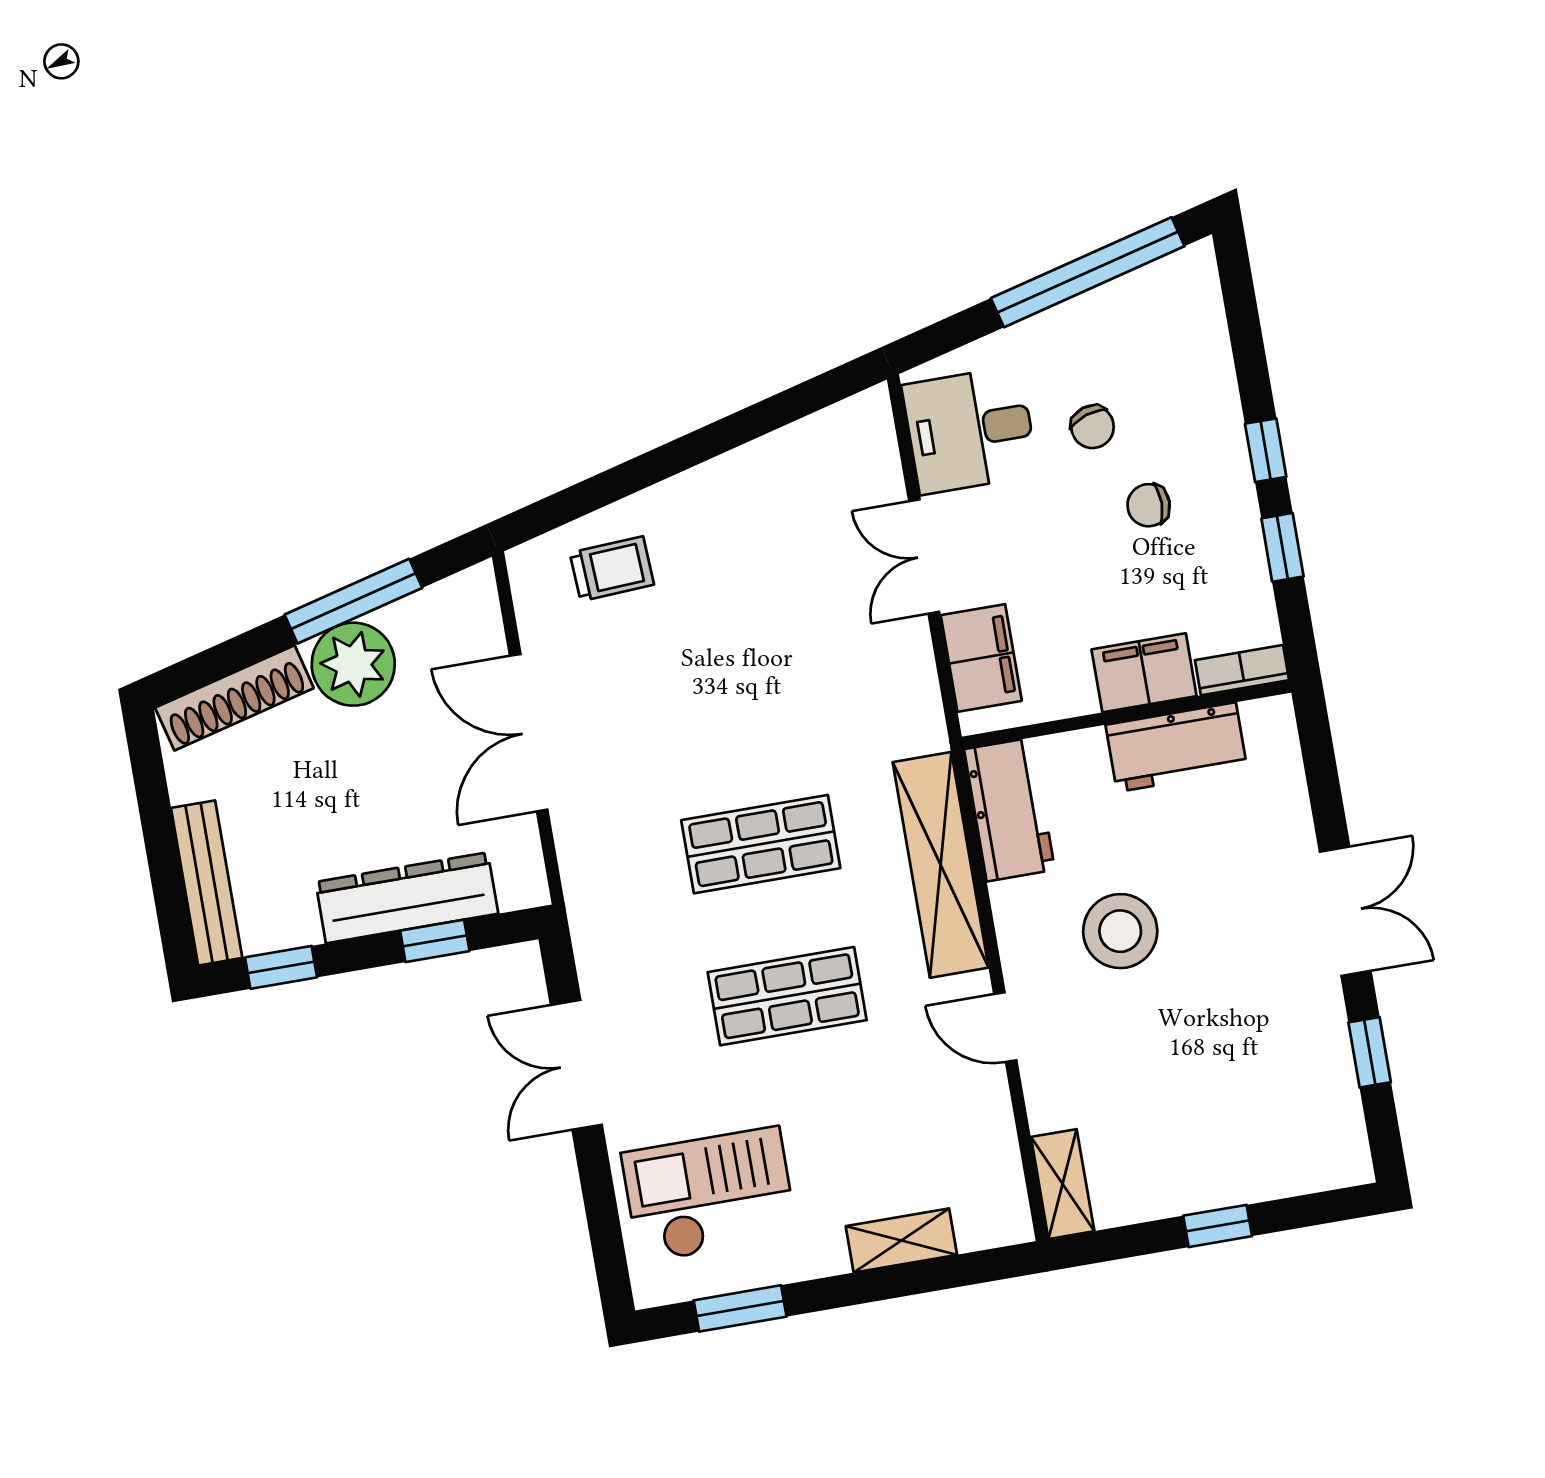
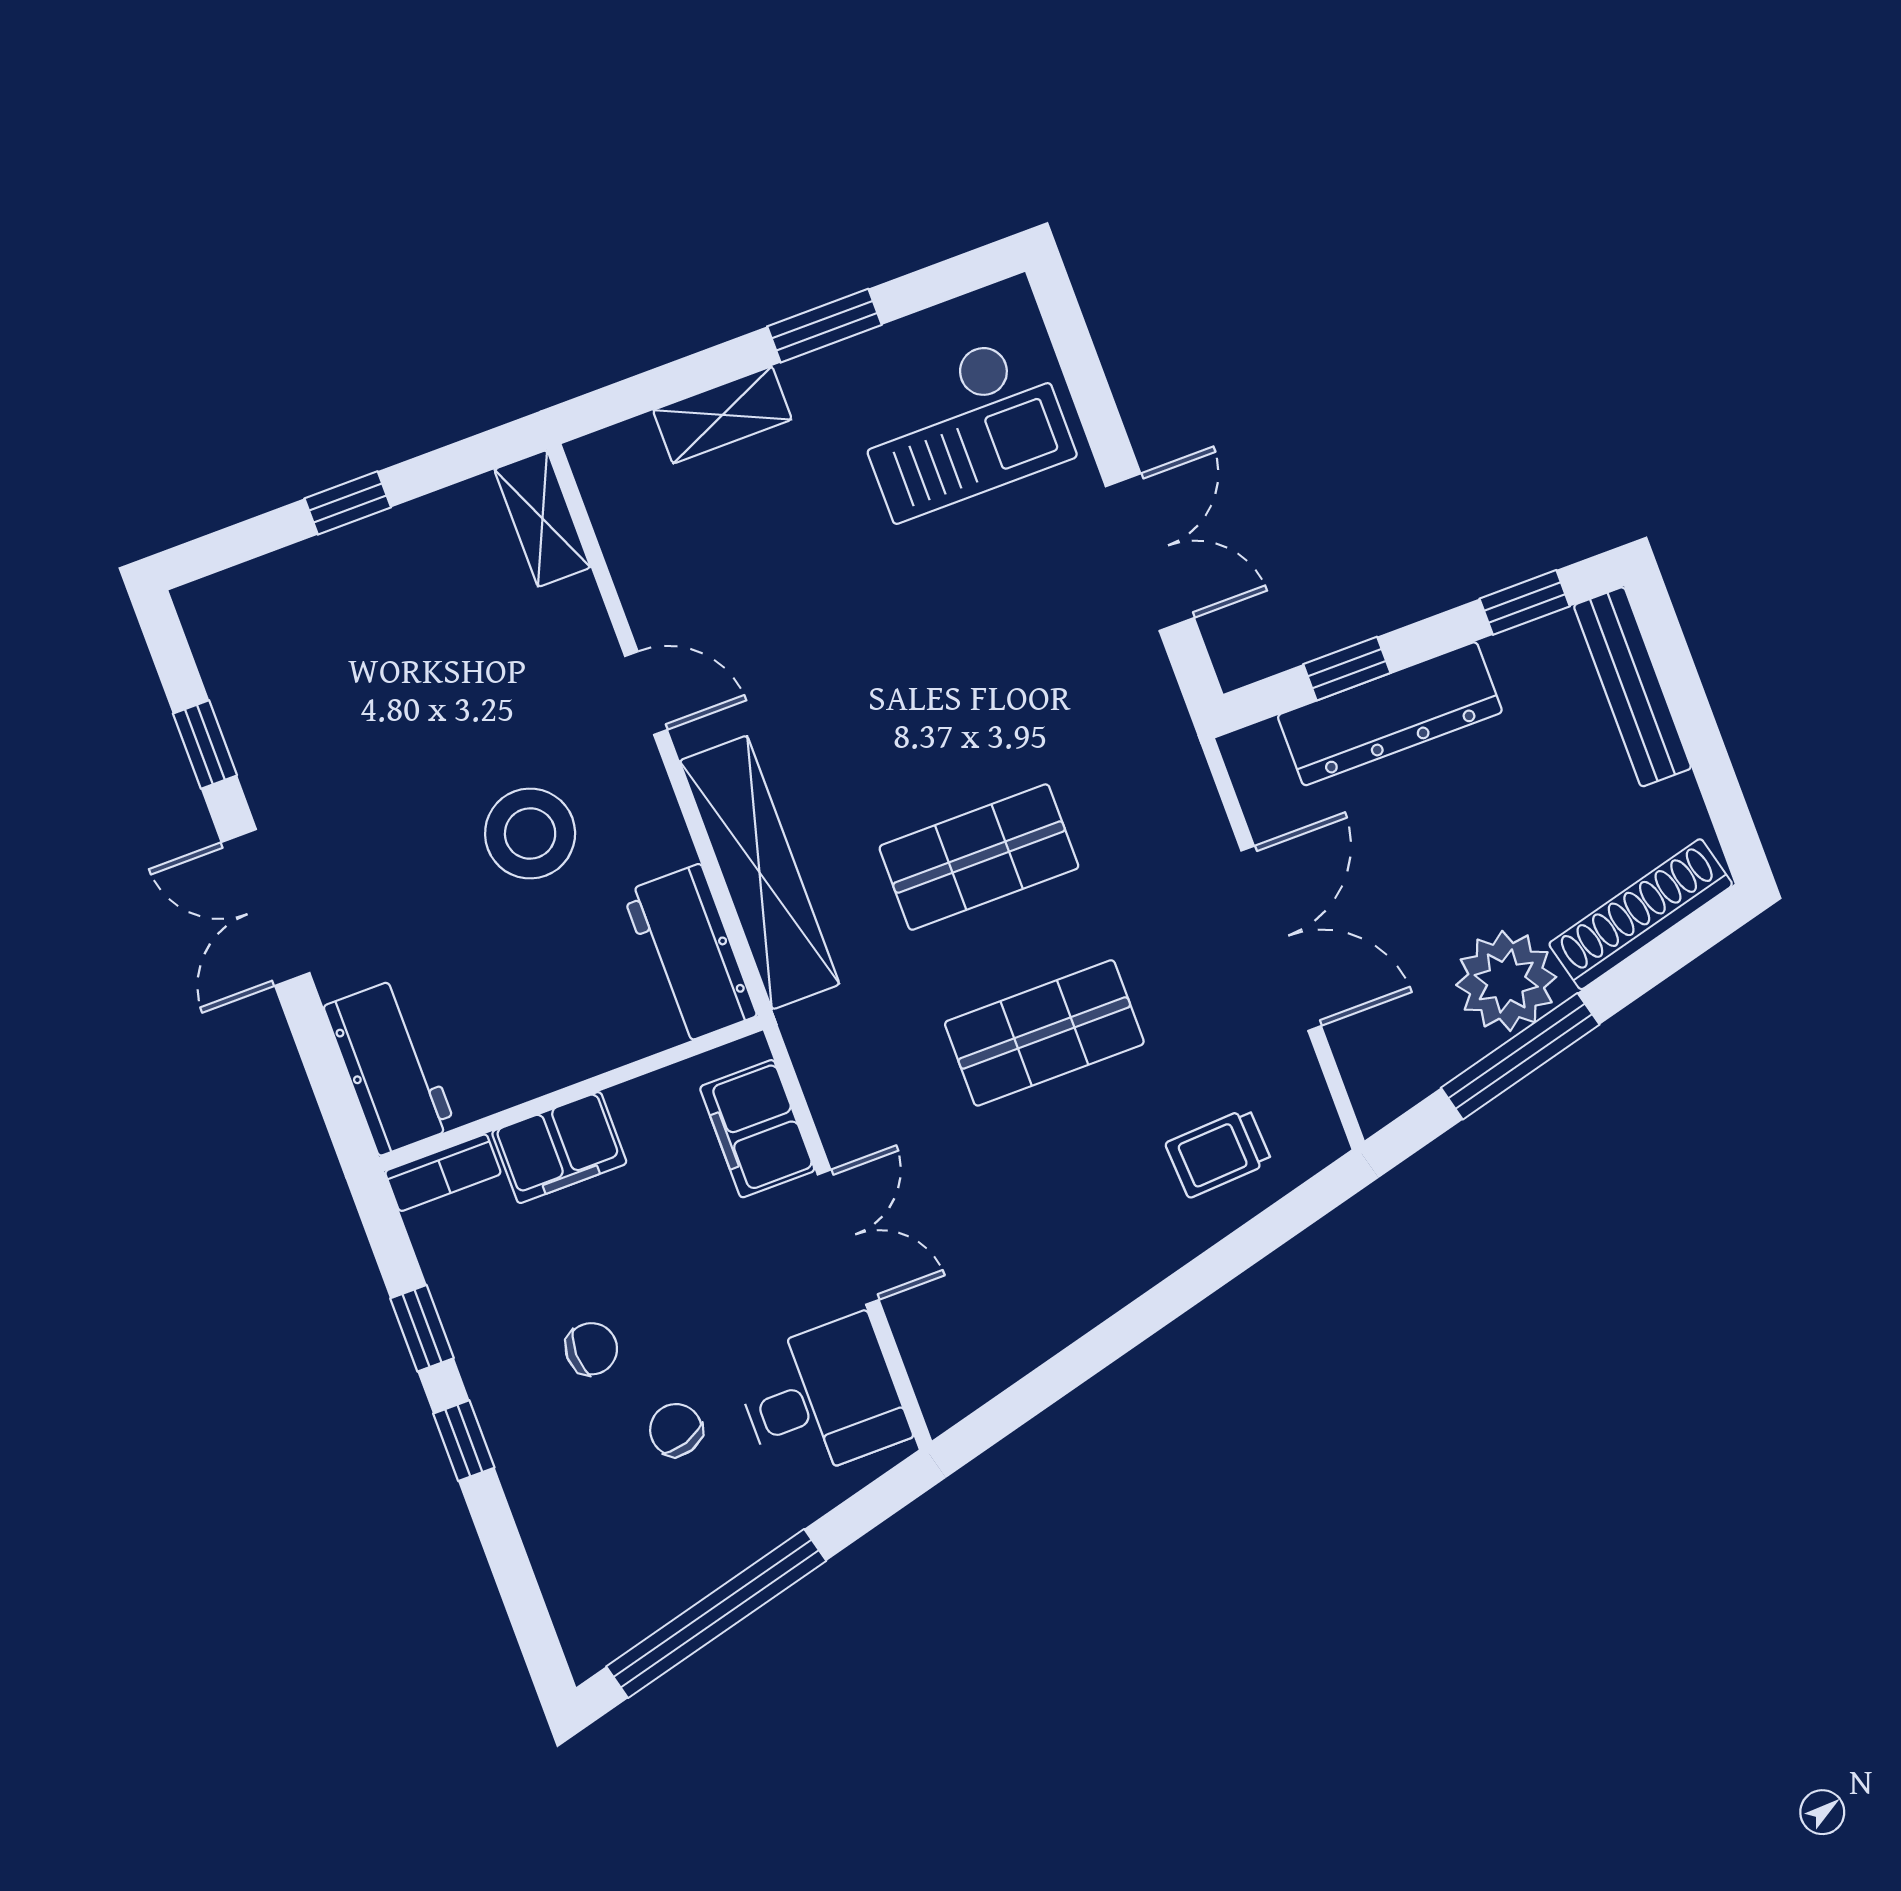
workbench: (1176, 747) -> (390, 1067), moved, turned 90
shop shelf: (787, 996) -> (1044, 1033), moved
window: (740, 1308) -> (824, 326), moved

